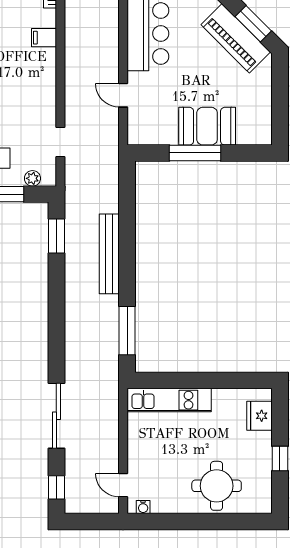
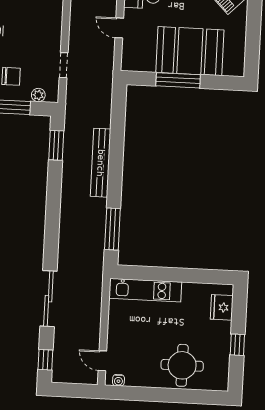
booth: (207, 126) -> (190, 51), width x1.36, depth x1.42

